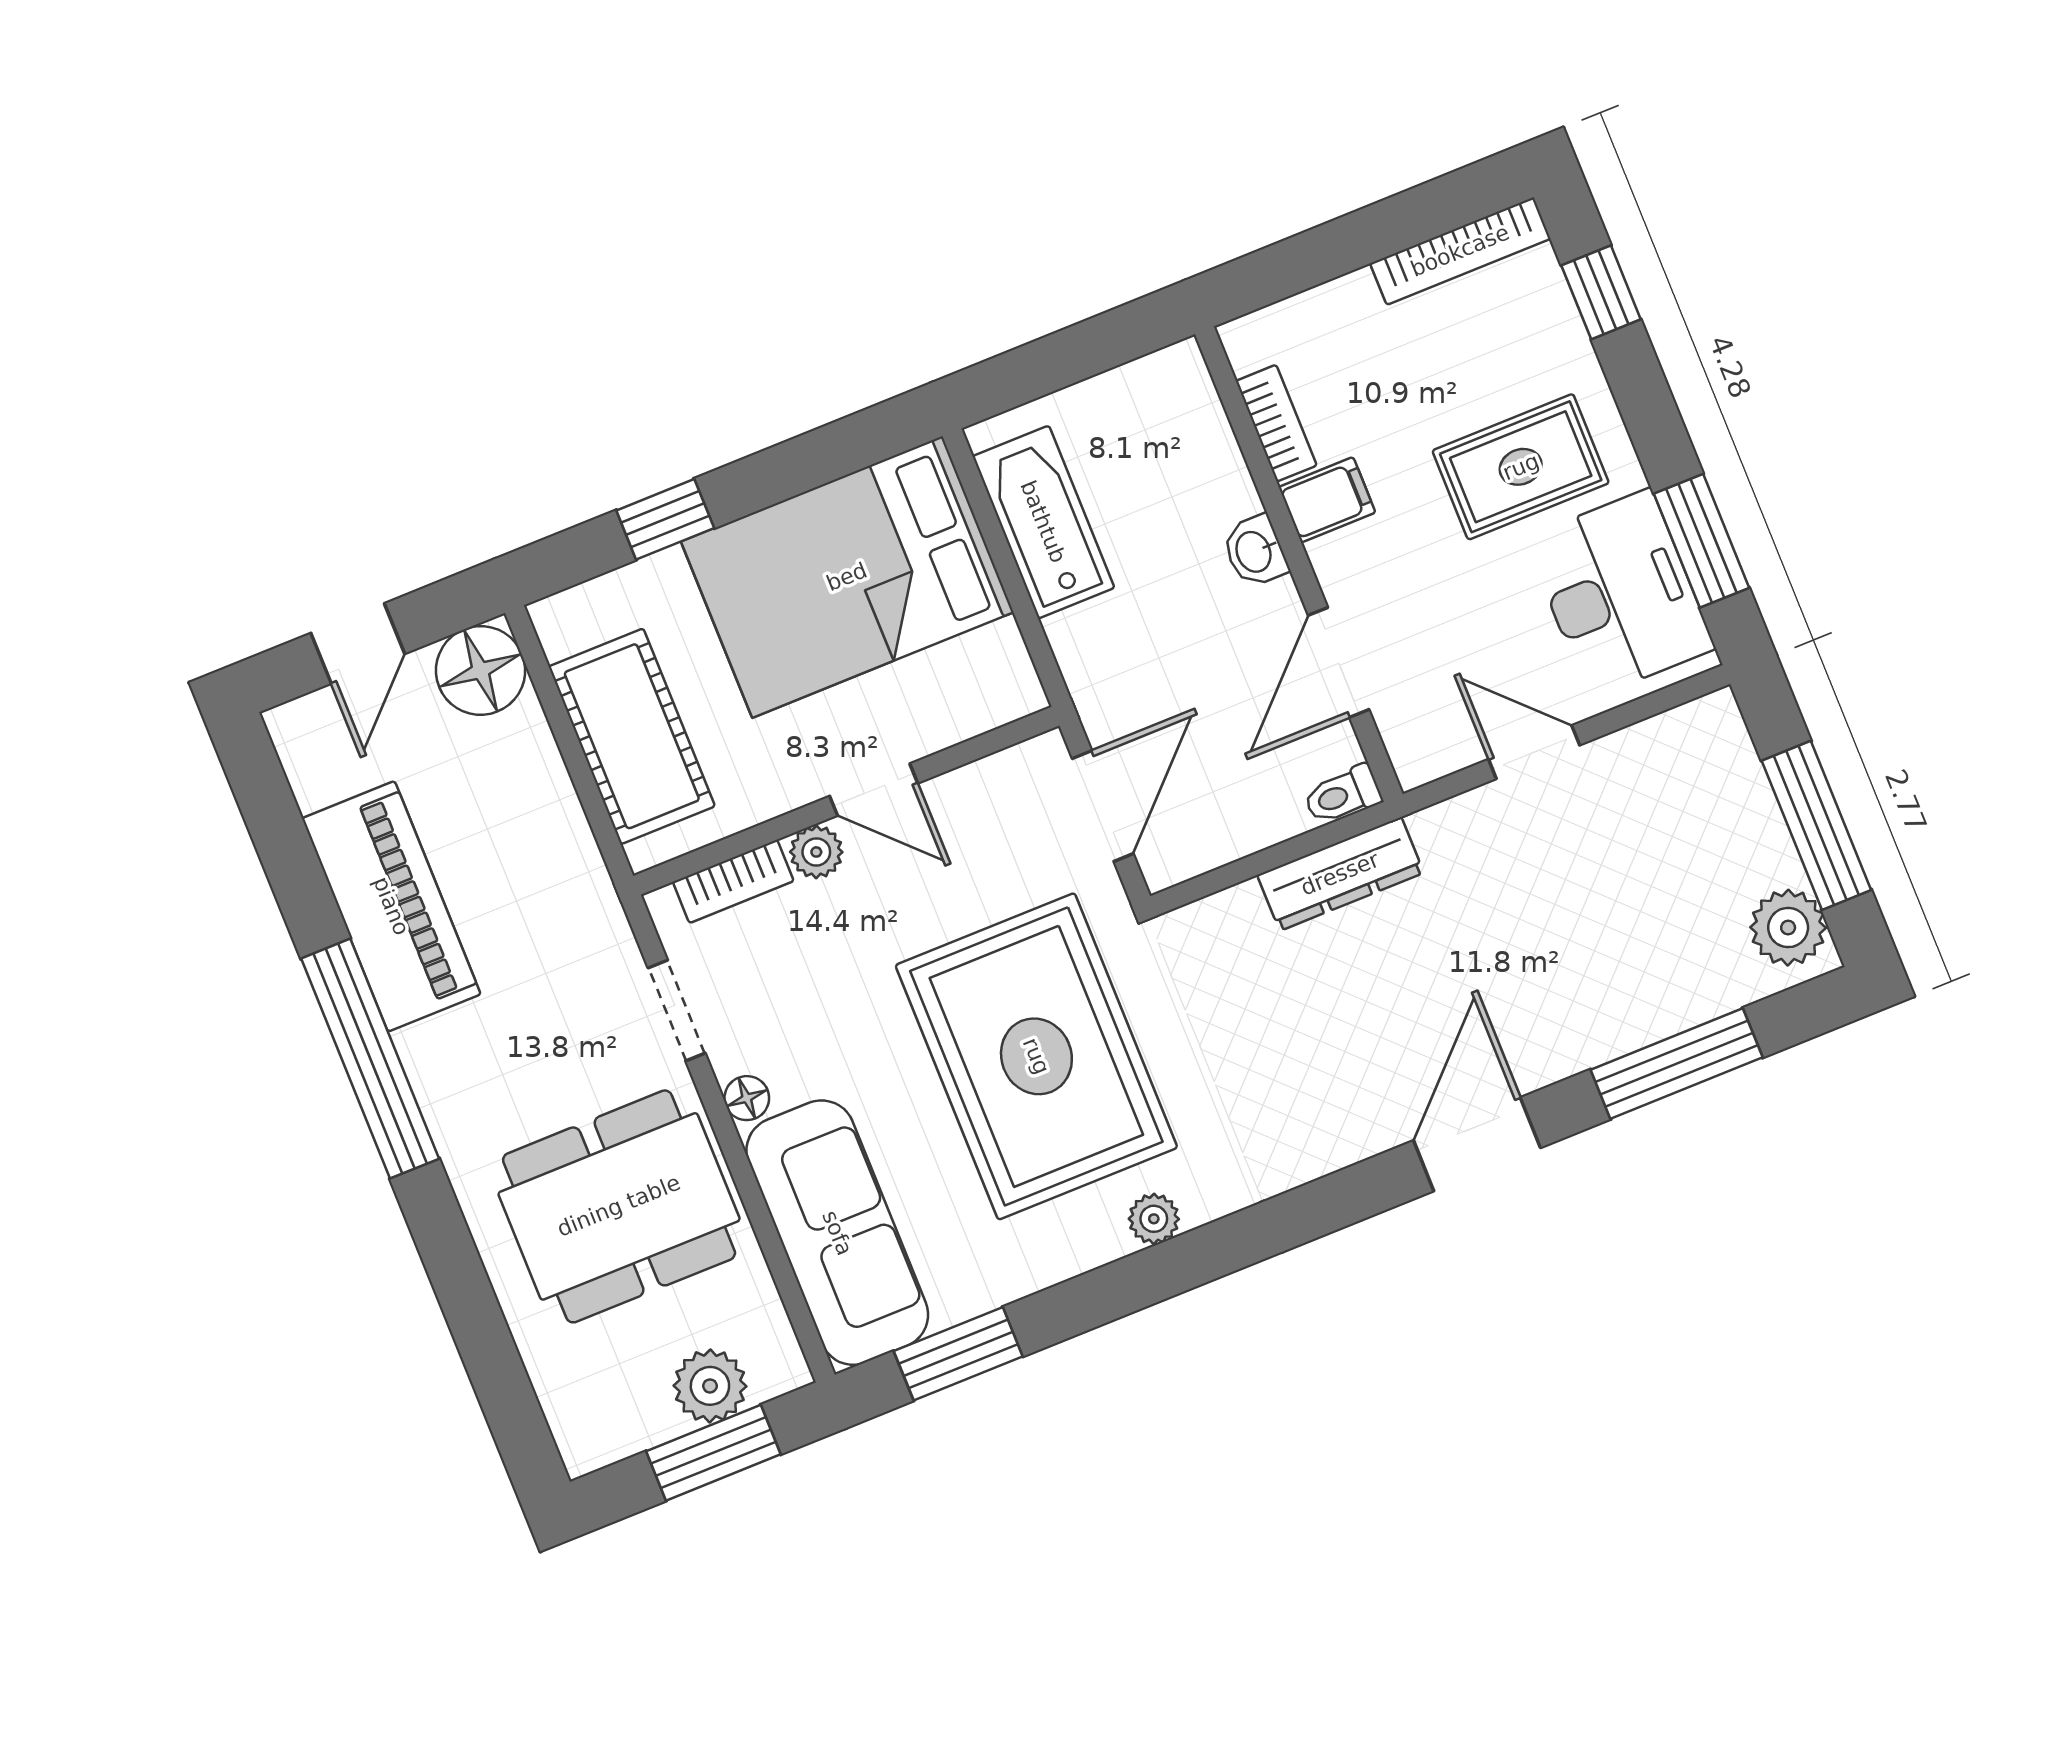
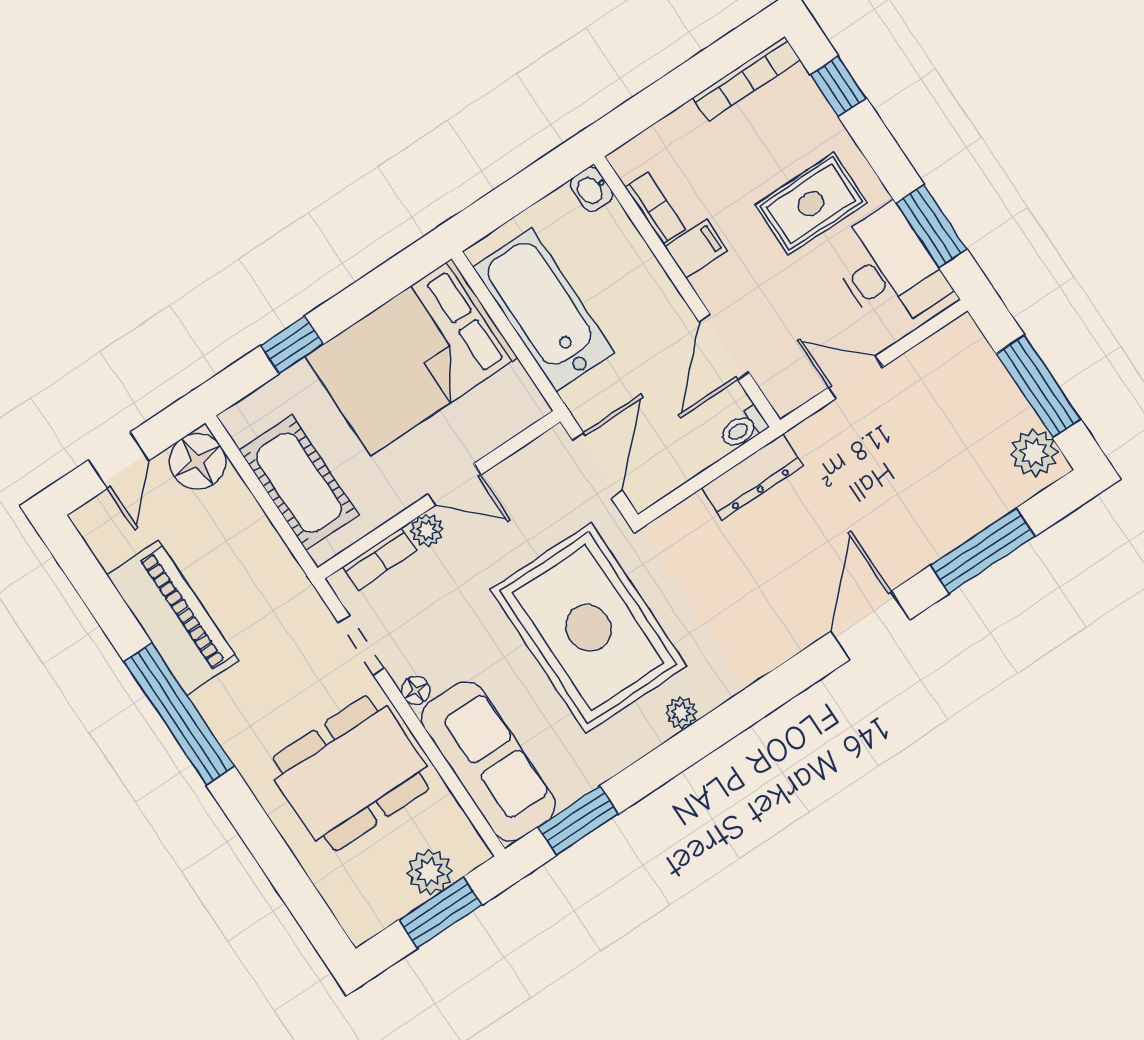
bathtub: (1043, 522) -> (544, 310), width x1.36, depth x1.36
washbasin: (1255, 551) -> (592, 189), moved

